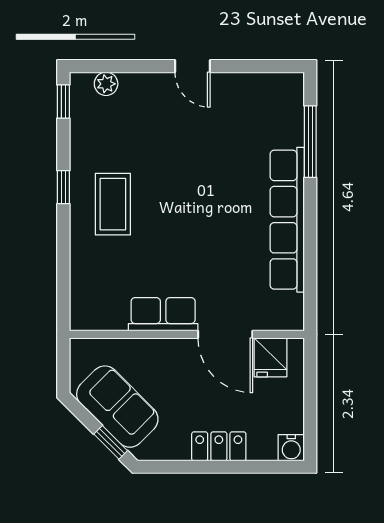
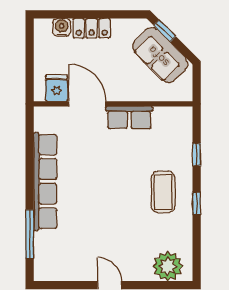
plant: (106, 84) -> (168, 266), width x1.88, depth x1.88
window: (63, 102) -> (197, 154), moved
water cooler: (291, 448) -> (62, 27), moved

